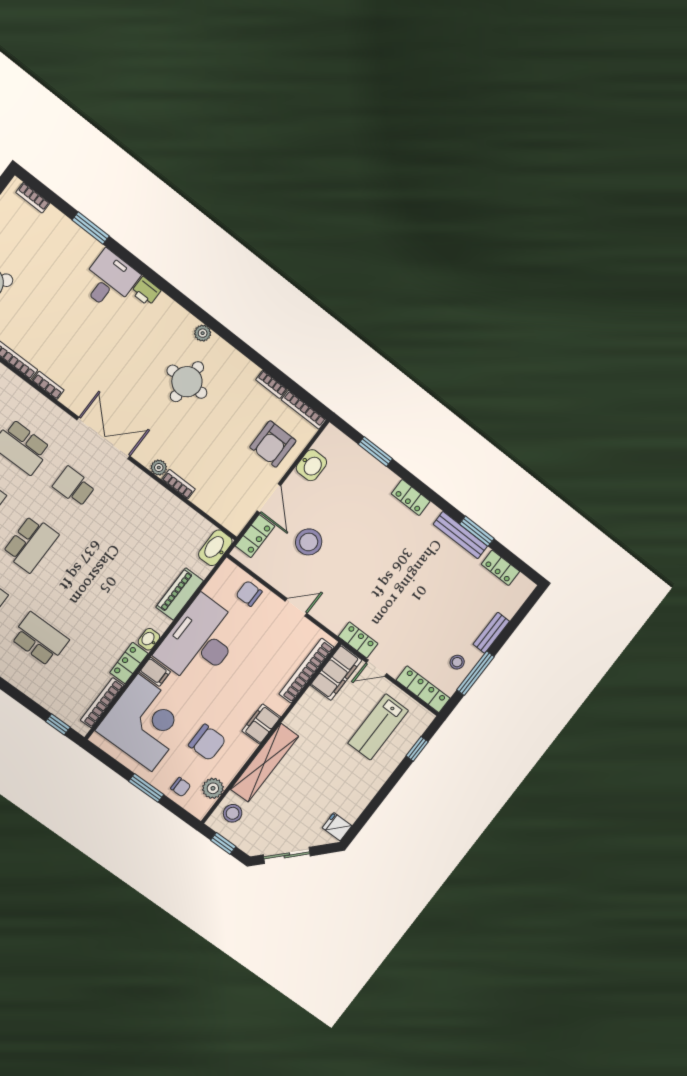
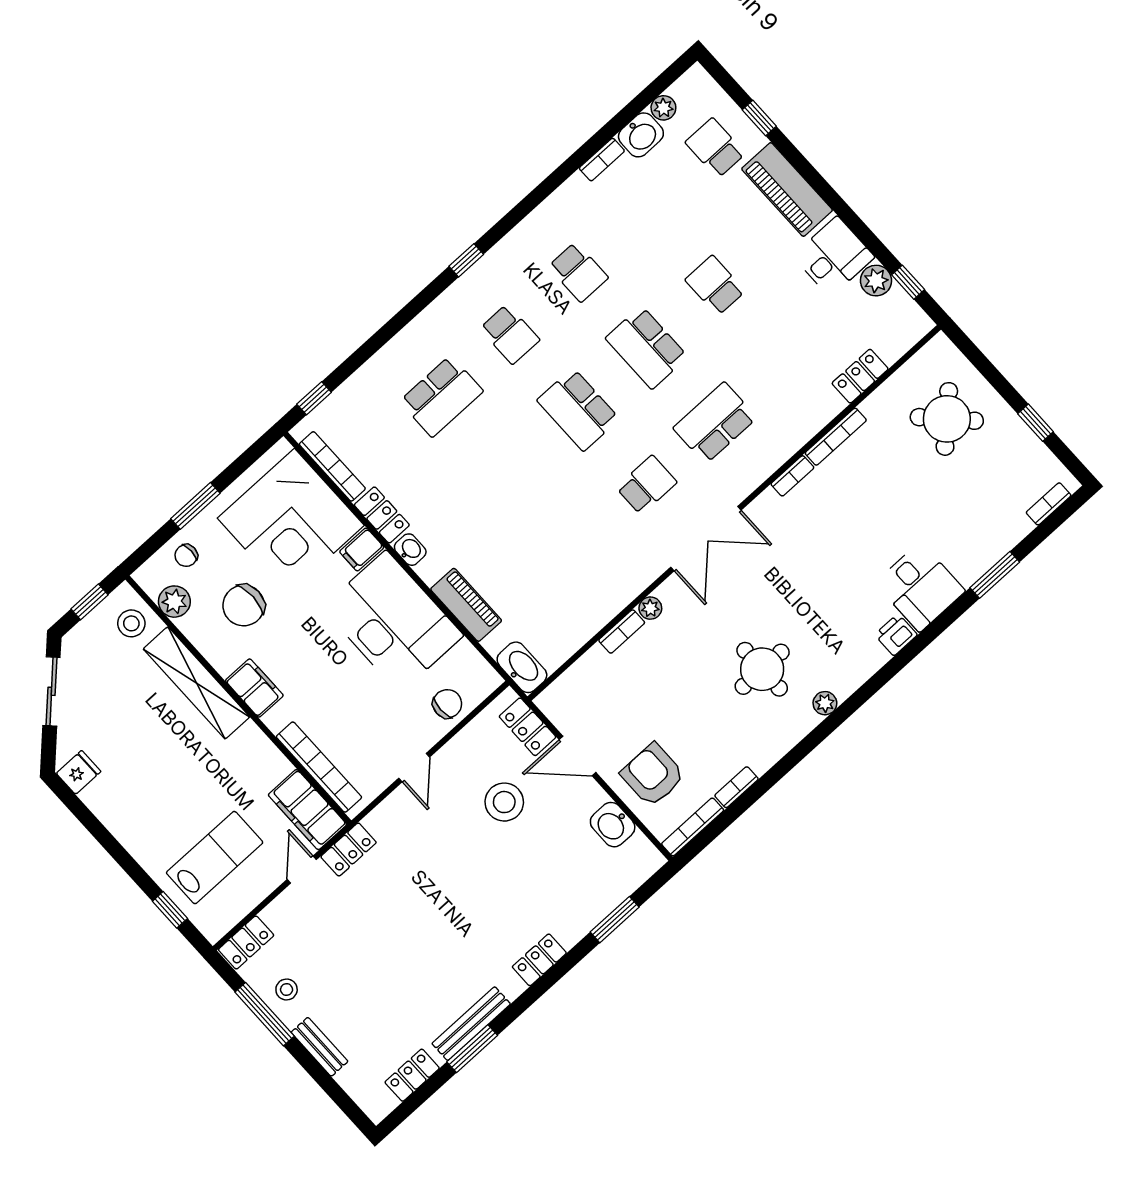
locker: (423, 689) -> (246, 942), width x0.66
lab bench: (378, 727) -> (215, 858), turned 90

